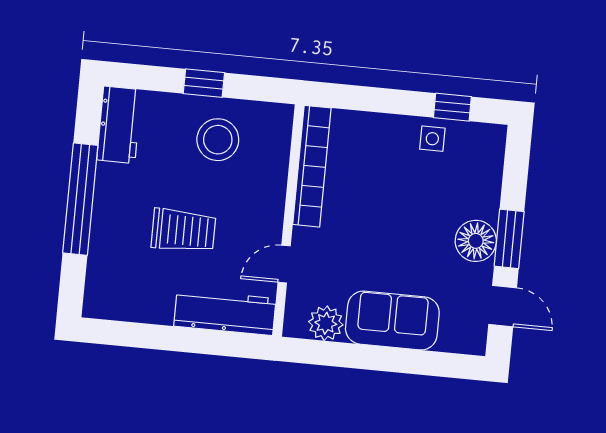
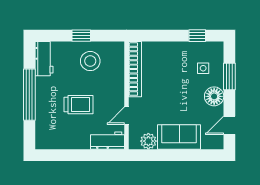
side table: (432, 139) -> (203, 68), moved
window: (509, 239) -> (229, 77), moved
door: (503, 306) -> (229, 125), swing flipped
workbench: (225, 312) -> (108, 141), width x0.73

